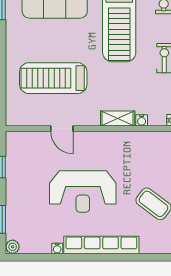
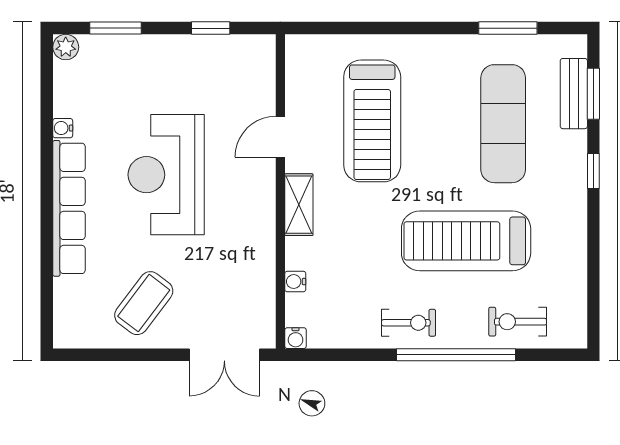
treadmill: (53, 78) -> (372, 121), turned 180
shelving: (118, 118) -> (299, 205), moved

